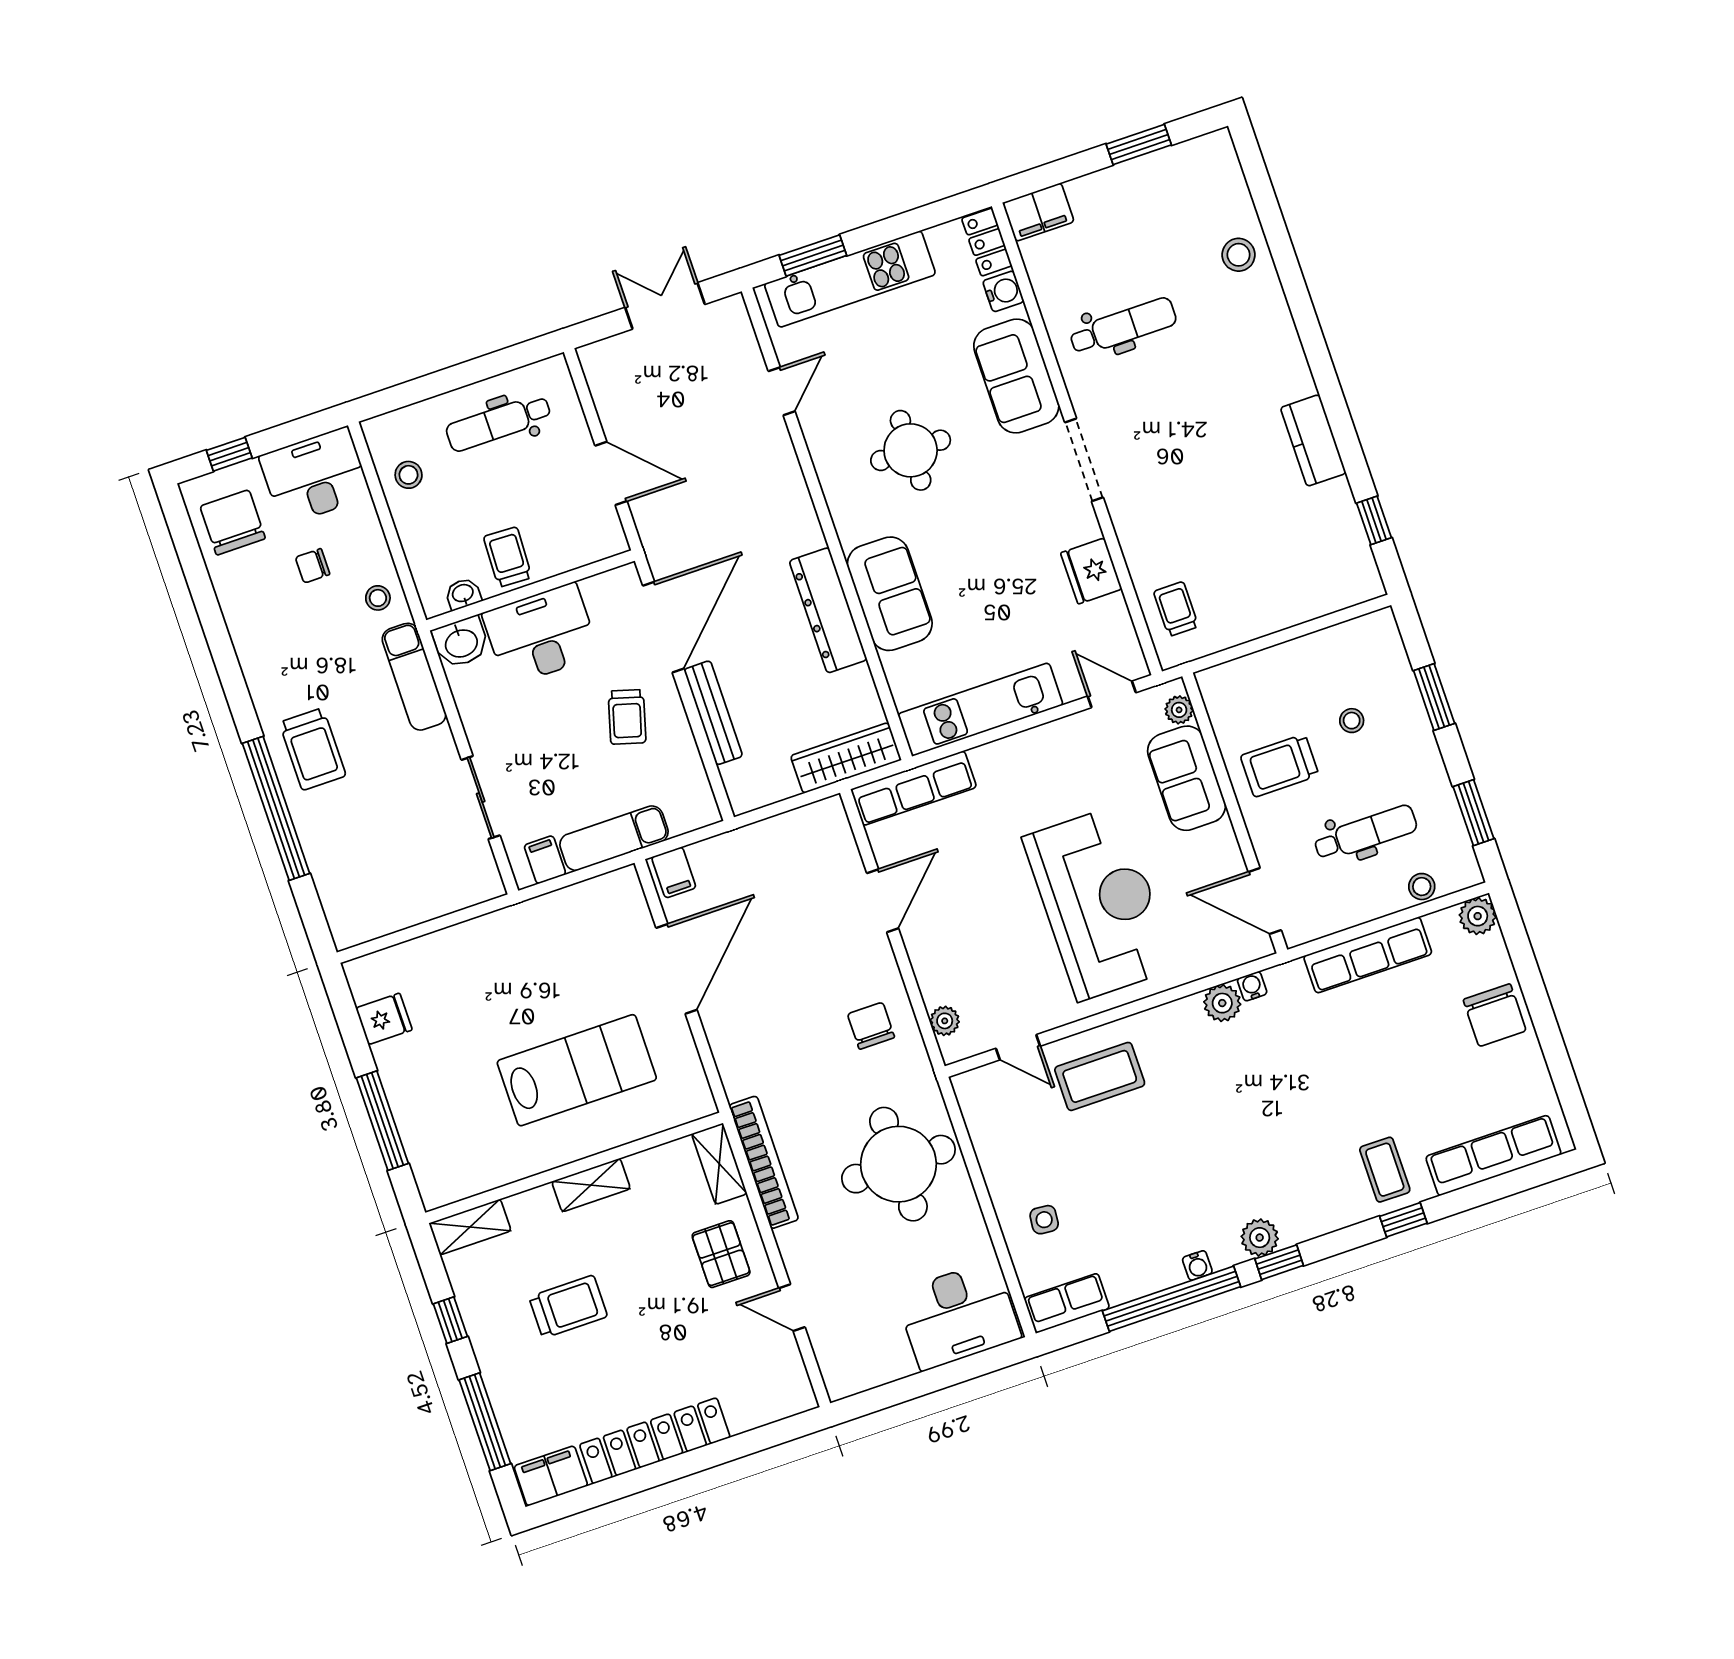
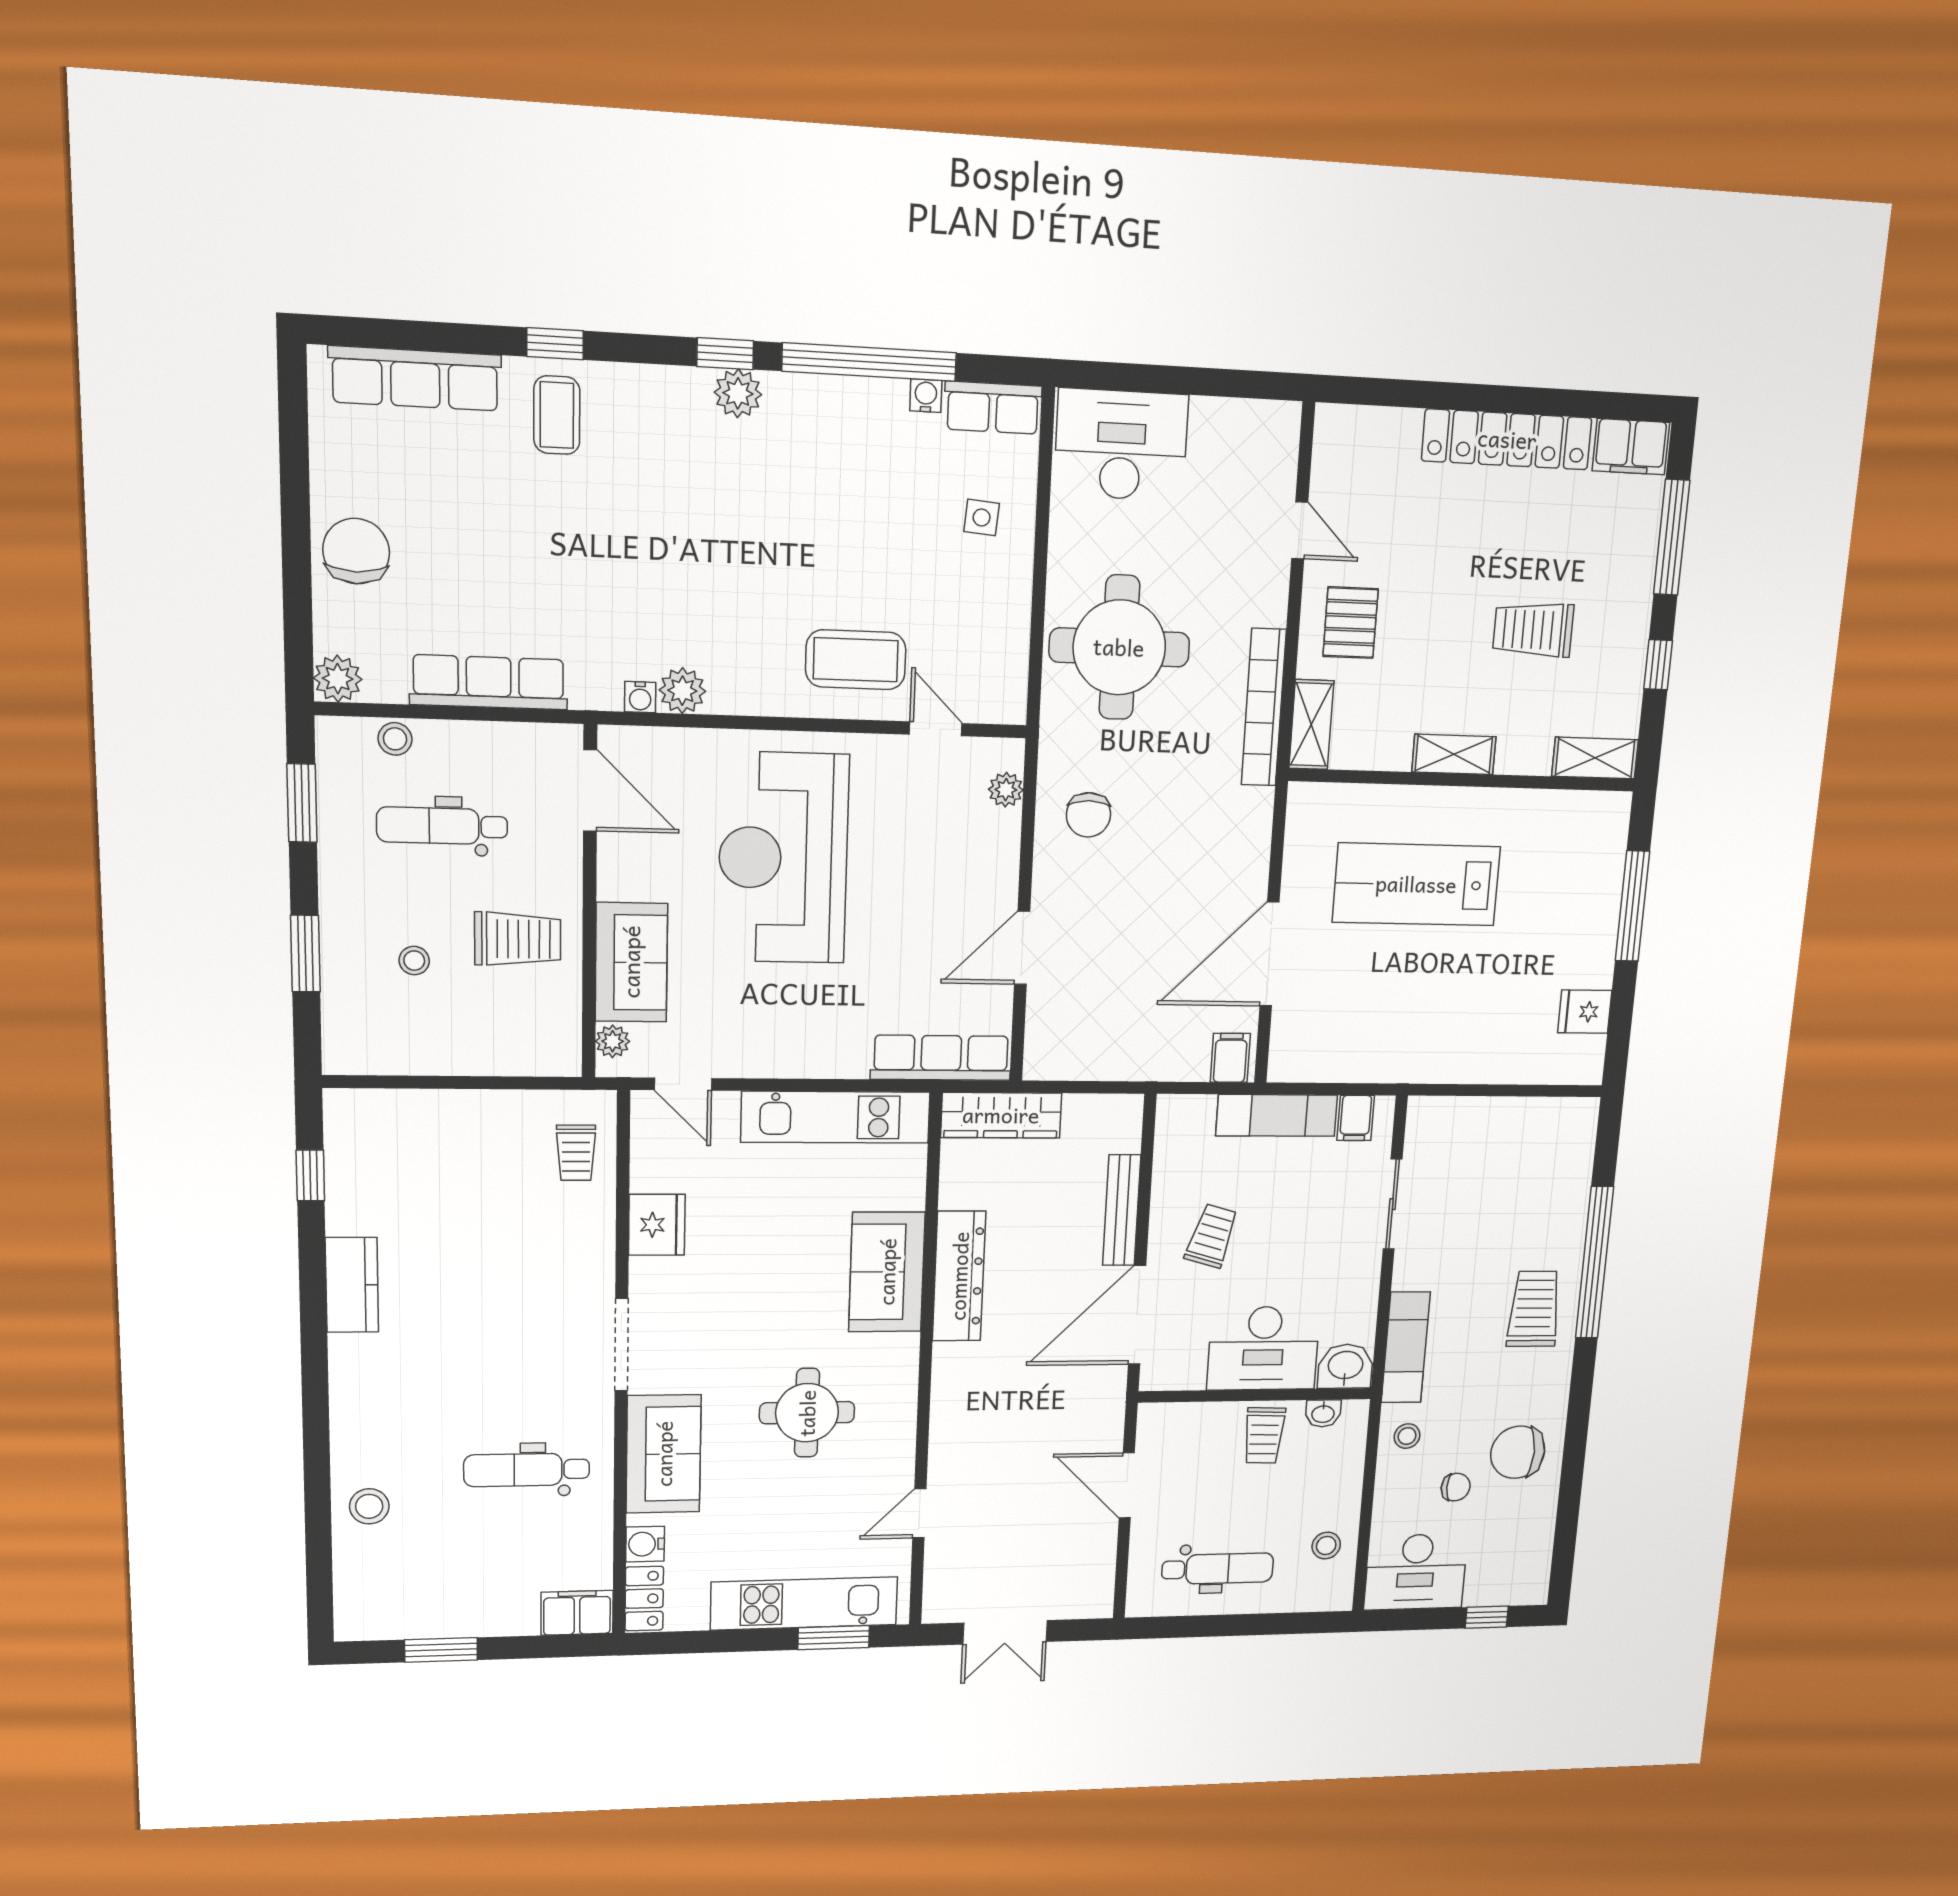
chair: (233, 522) -> (1518, 1452), moved, turned 90
water cooler: (1197, 1265) -> (926, 396), moved

